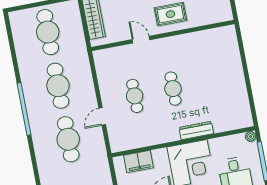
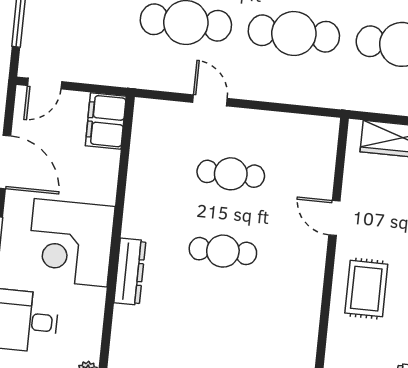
door: (141, 40) -> (334, 218), swing flipped
filing cabinet: (139, 162) -> (106, 121), moved

